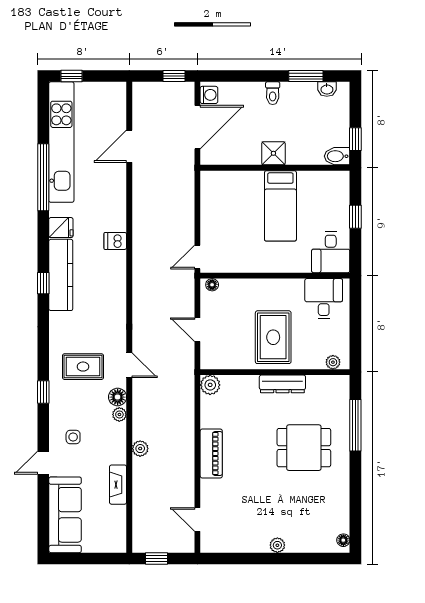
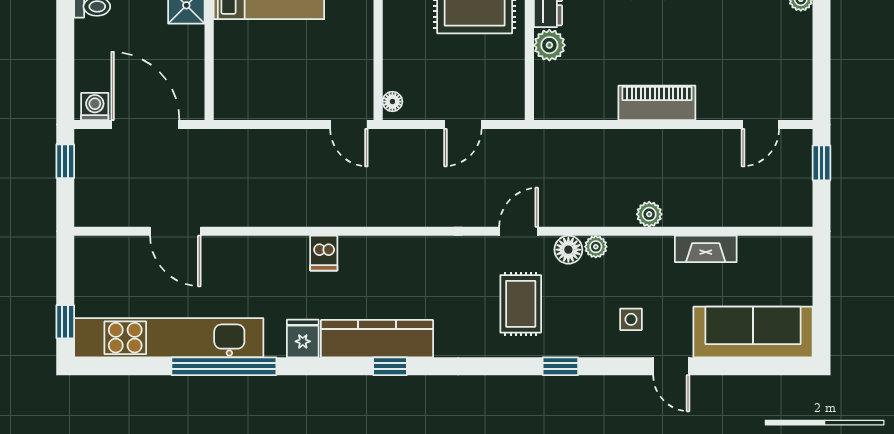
plant: (210, 385) -> (549, 45), moved
window: (157, 558) -> (822, 163), moved

